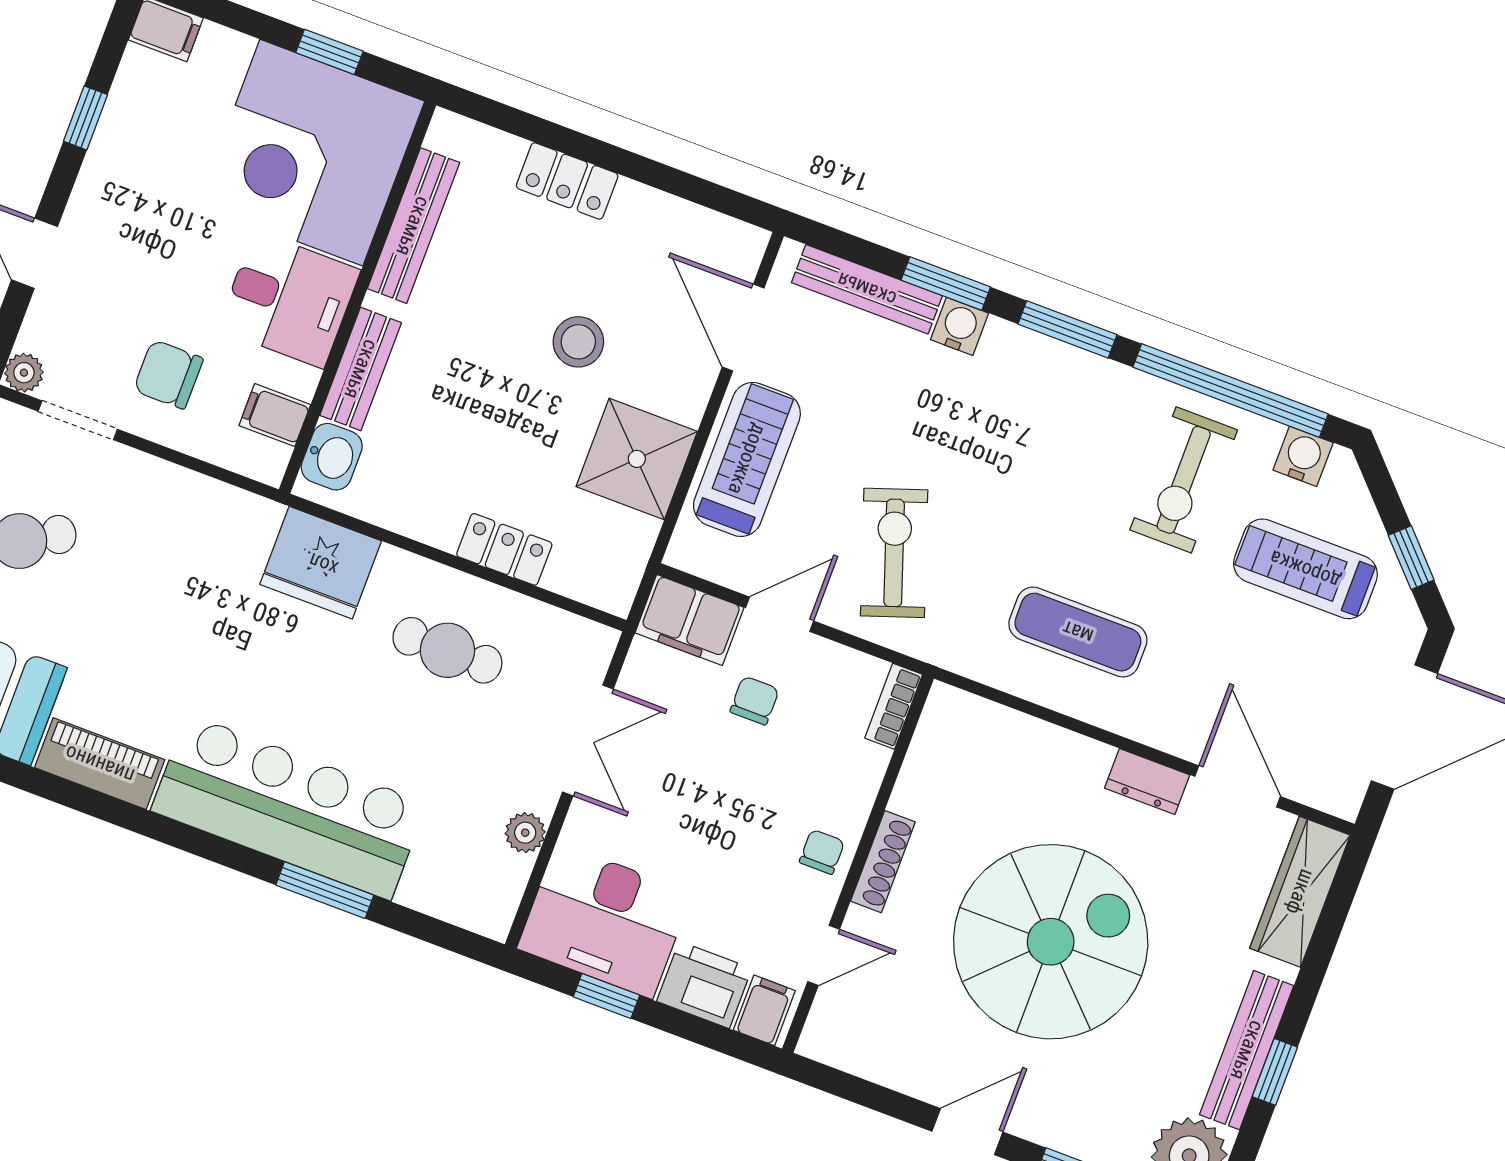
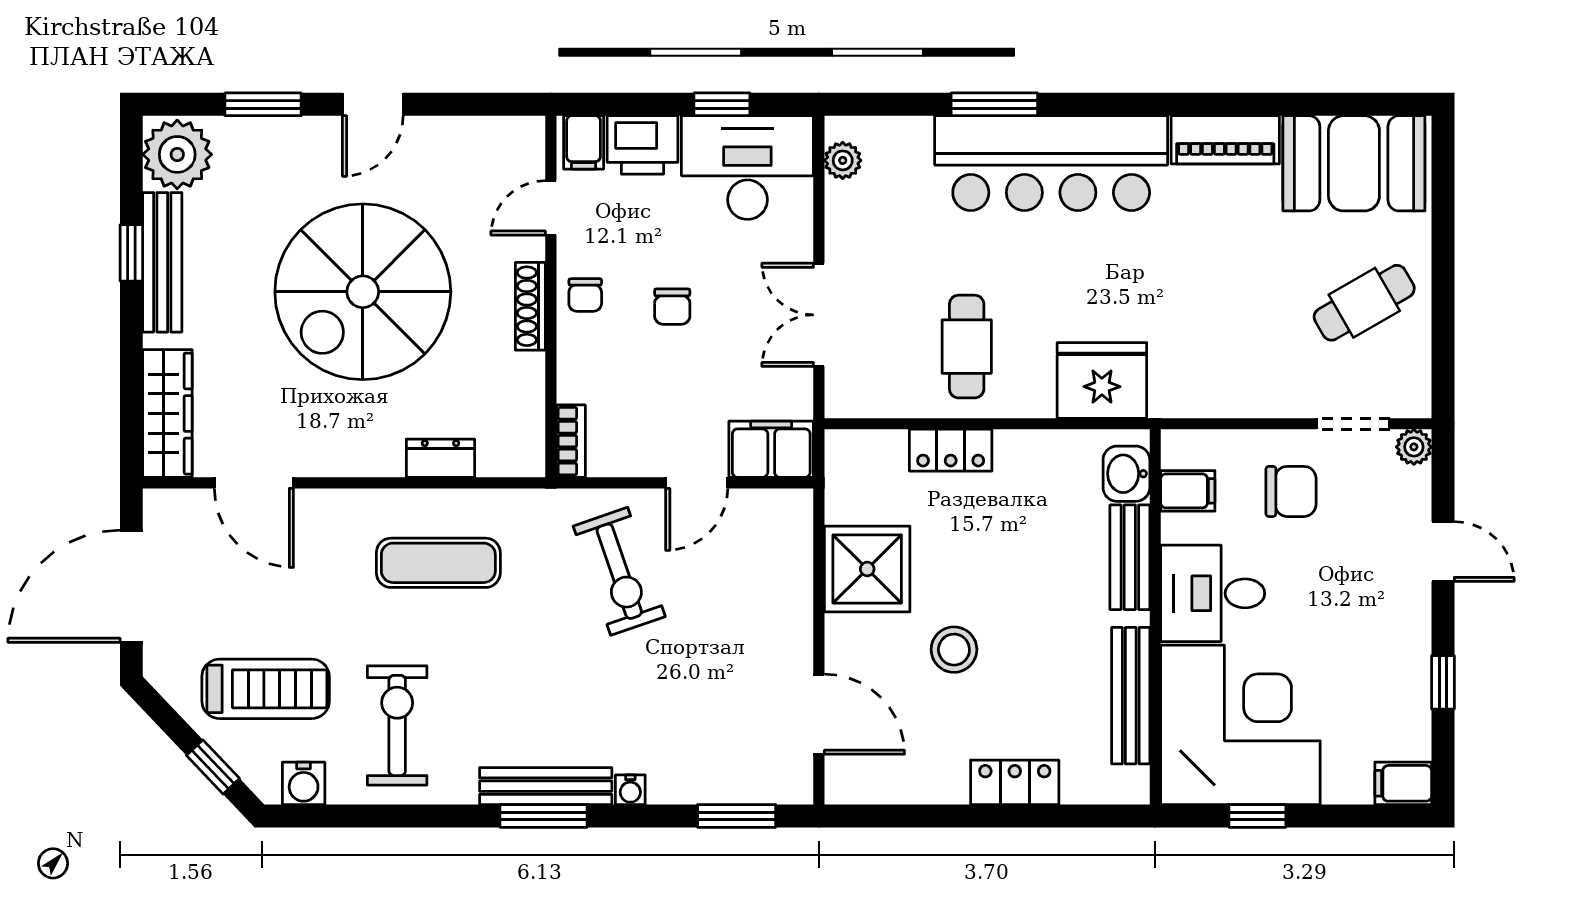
window: (946, 284) -> (737, 816), moved
bench: (867, 289) -> (546, 786), moved
water cooler: (960, 326) -> (630, 790), width x0.72, depth x0.72
window: (1231, 391) -> (386, 816), removed
treadmill: (747, 459) -> (774, 604), removed
window: (1411, 558) -> (213, 767), moved
cafe table: (447, 650) -> (967, 347), turned 90
chair: (755, 701) -> (672, 307), moved
dresser: (1147, 781) -> (440, 458), moved
plant: (525, 833) -> (843, 160), moved

